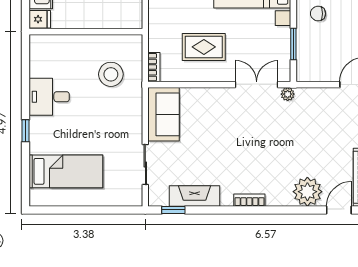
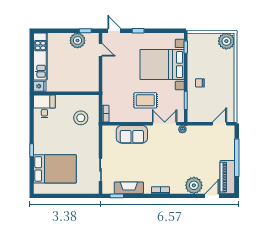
rug: (204, 47) -> (145, 100), moved
desk: (49, 97) -> (44, 106), moved, turned 90
sofa: (164, 114) -> (132, 134), moved, turned 90
bed: (66, 171) -> (55, 169), width x1.50

